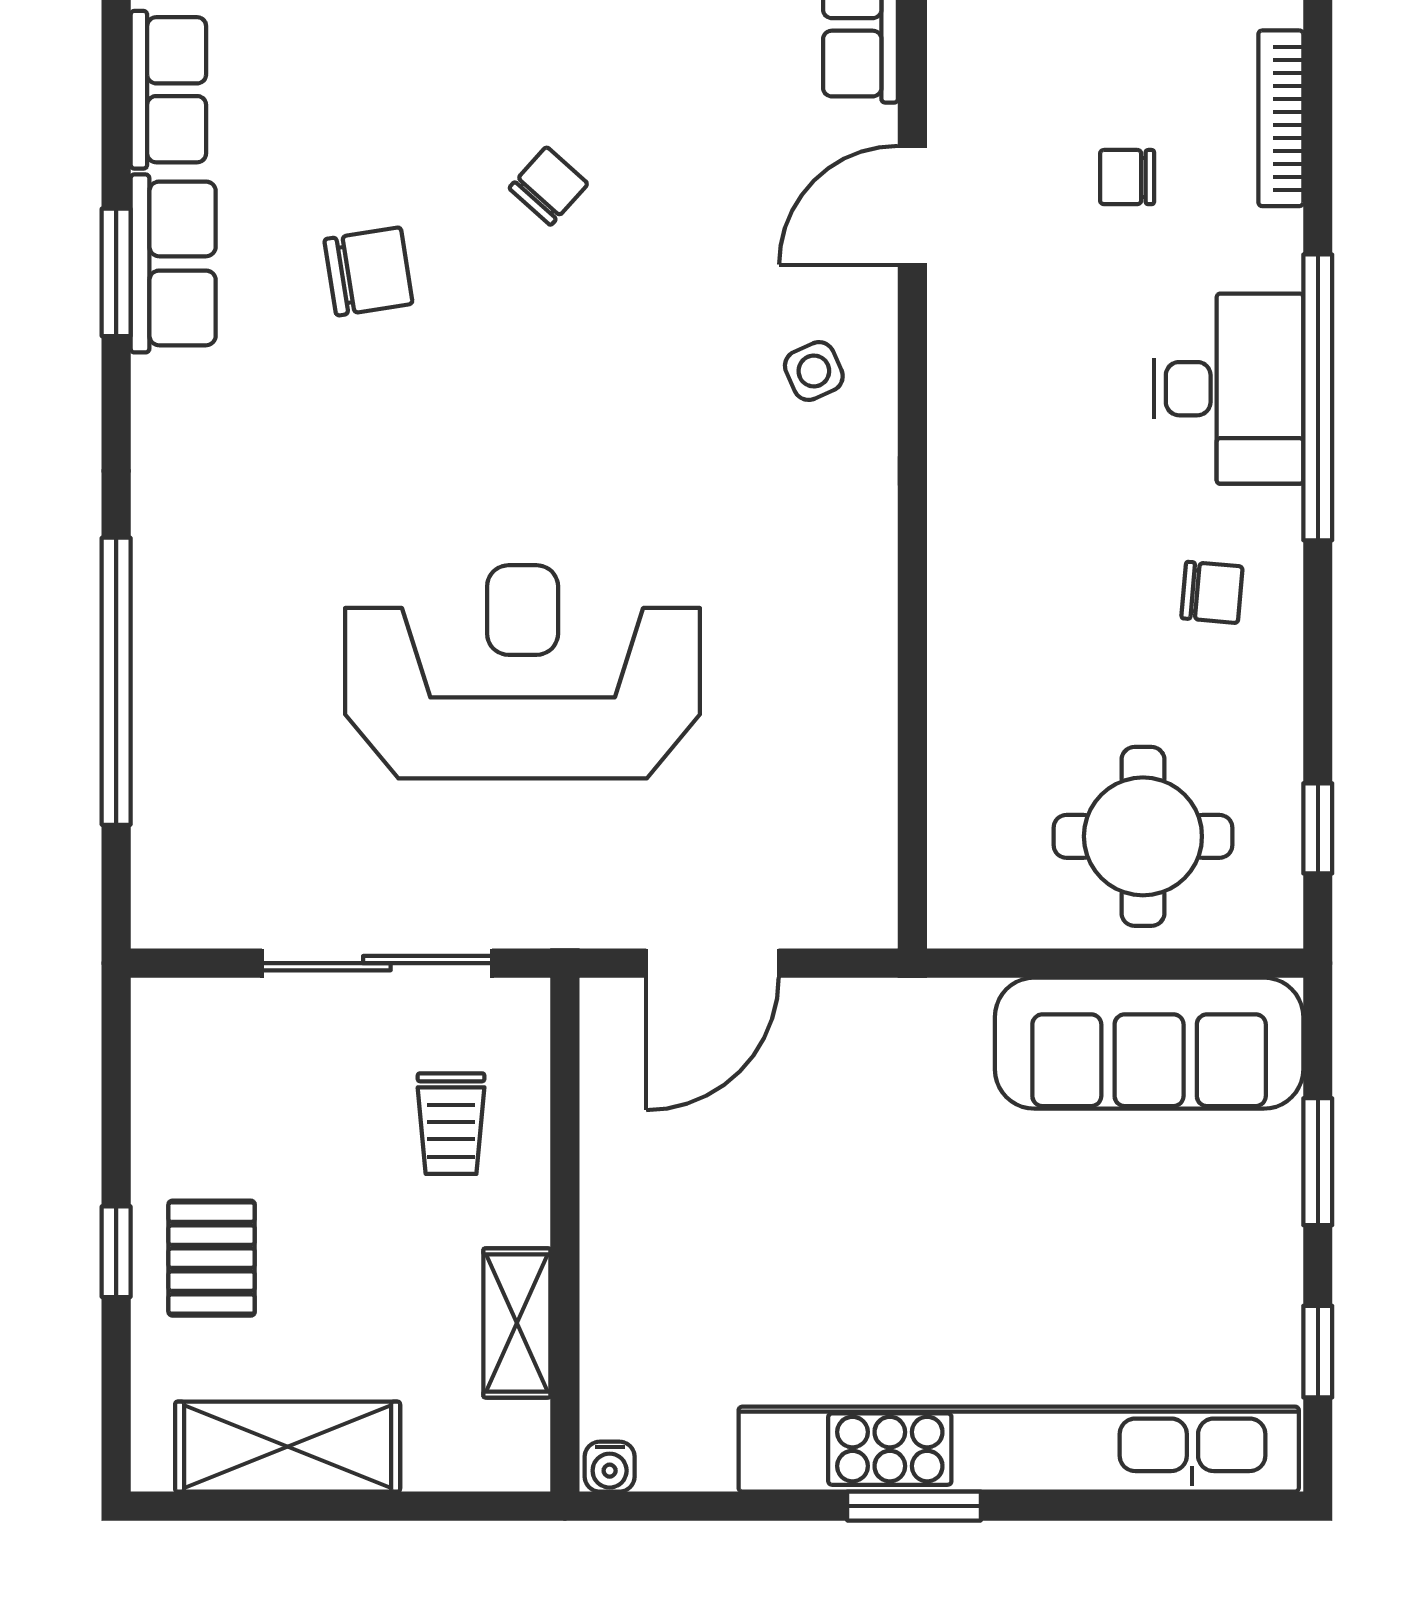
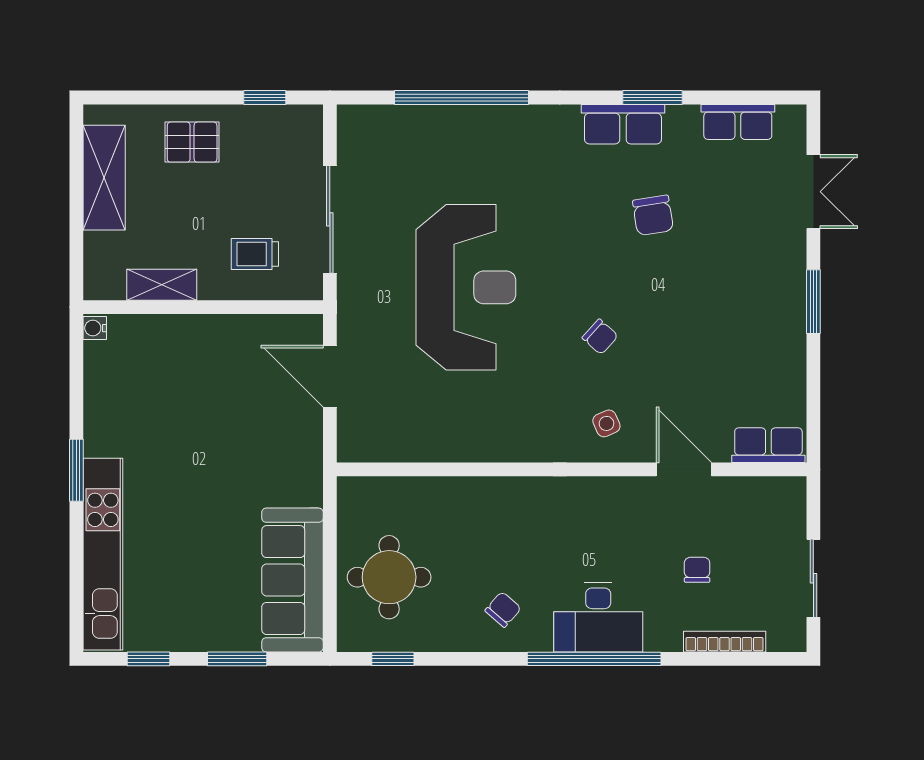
chair: (549, 186) -> (600, 337), moved
row of seats: (173, 263) -> (623, 124), moved
chair: (1212, 592) -> (503, 609), turned -144
window: (116, 1252) -> (265, 98), moved
kitchen unit: (1019, 1449) -> (103, 554), width x0.73

